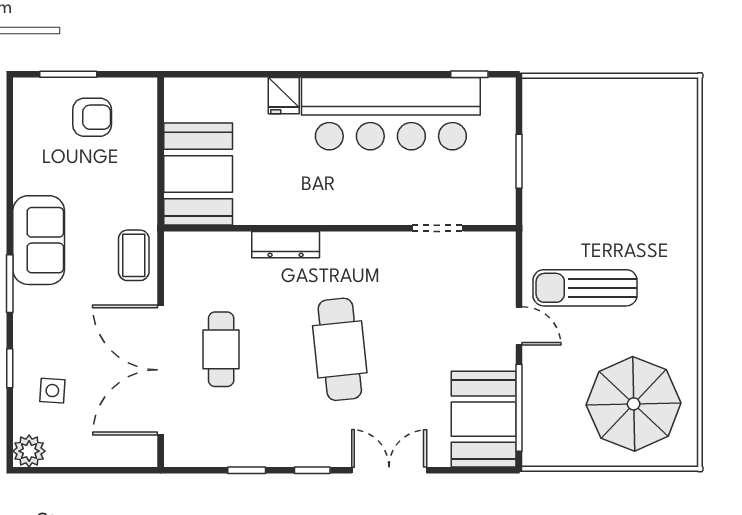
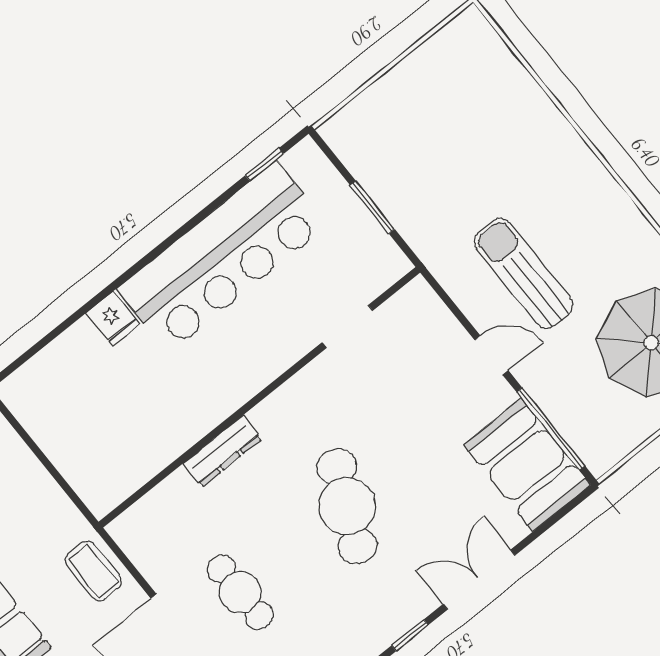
booth: (198, 174) -> (92, 451), removed
sun lounger: (585, 288) -> (523, 273), turned 90
cafe table: (340, 349) -> (347, 506), turned 30

